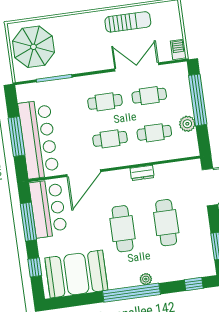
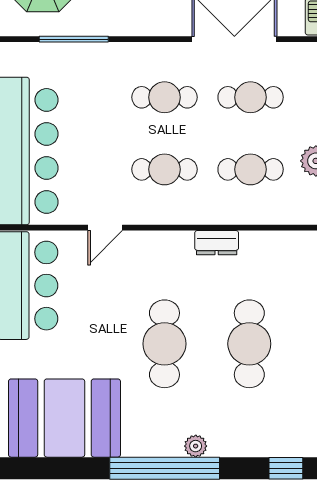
door: (84, 173) -> (105, 228), width x0.53

